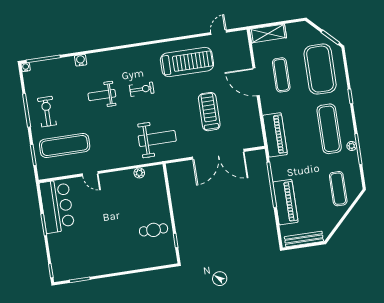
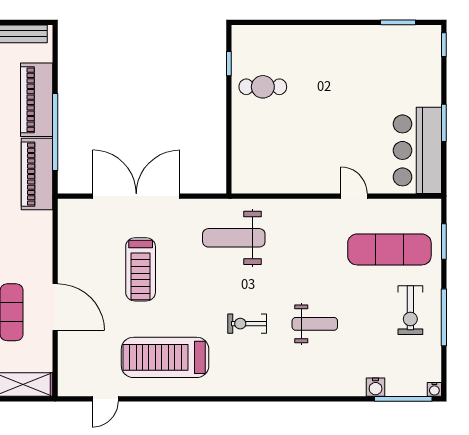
water cooler: (81, 60) -> (376, 387), moved
piano: (275, 135) -> (37, 174), moved
plant: (139, 173) -> (272, 185), removed

